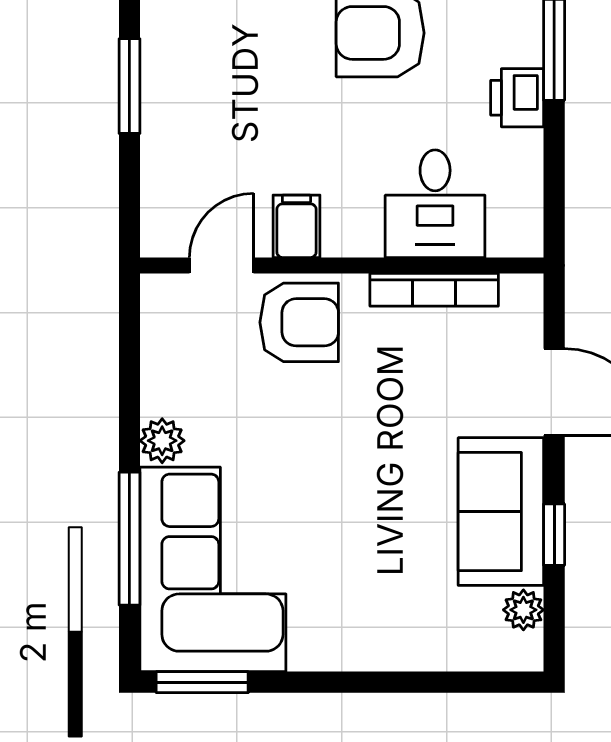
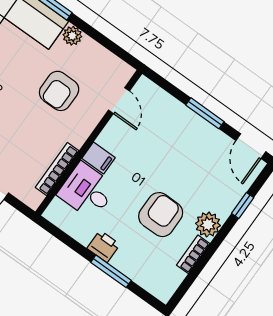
filing cabinet: (296, 226) -> (99, 158), moved
armchair: (299, 322) -> (59, 91), moved

